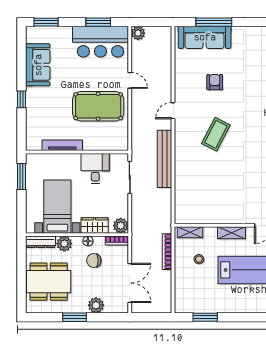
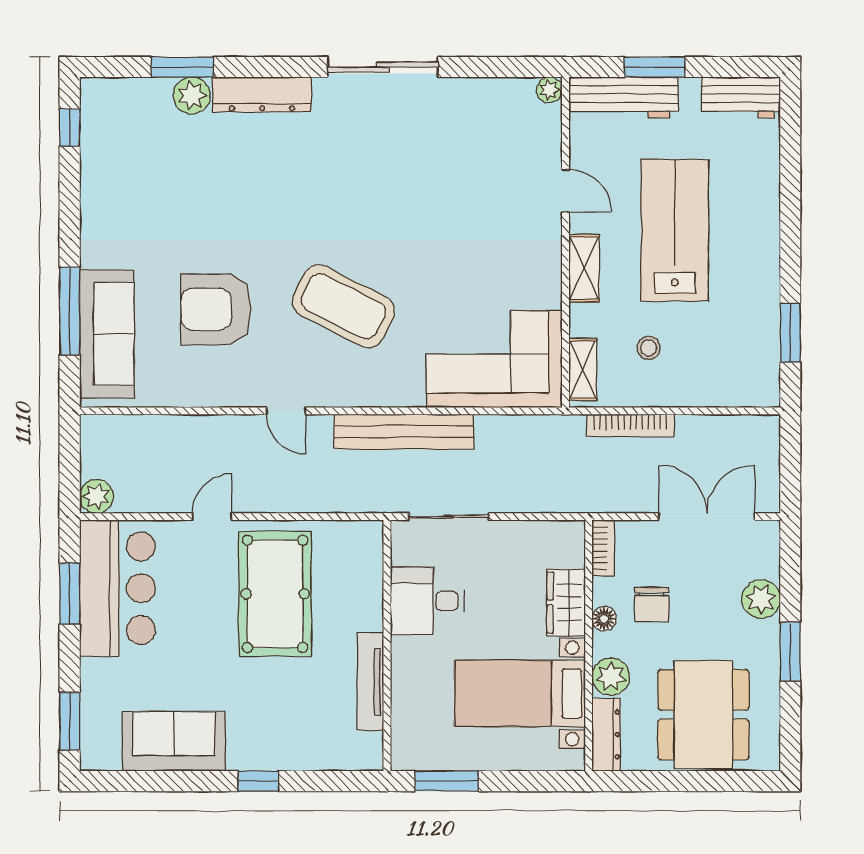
armchair: (215, 82) -> (216, 309), width x1.88, depth x1.88
coffee table: (216, 134) -> (344, 306), width x1.36, depth x1.32
corner sofa: (194, 196) -> (494, 359), added
plant: (121, 226) -> (567, 539), removed

